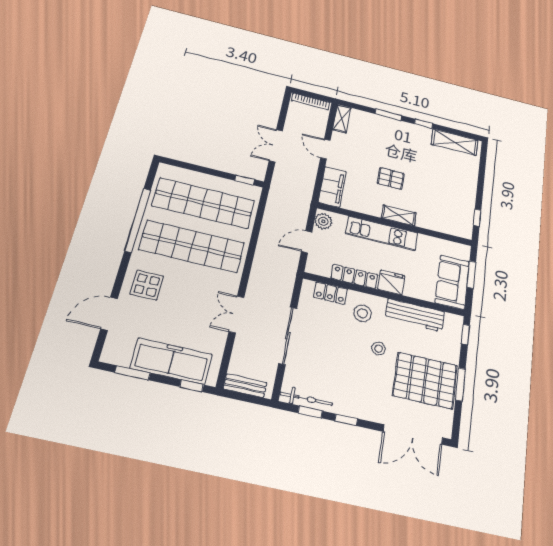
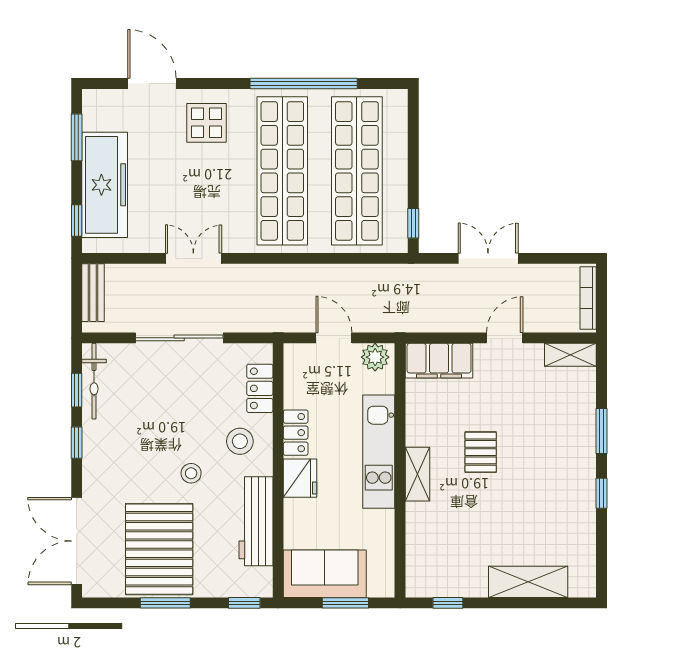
shelving: (455, 142) -> (528, 582), moved, turned 90
locker: (354, 276) -> (296, 433), width x0.66

